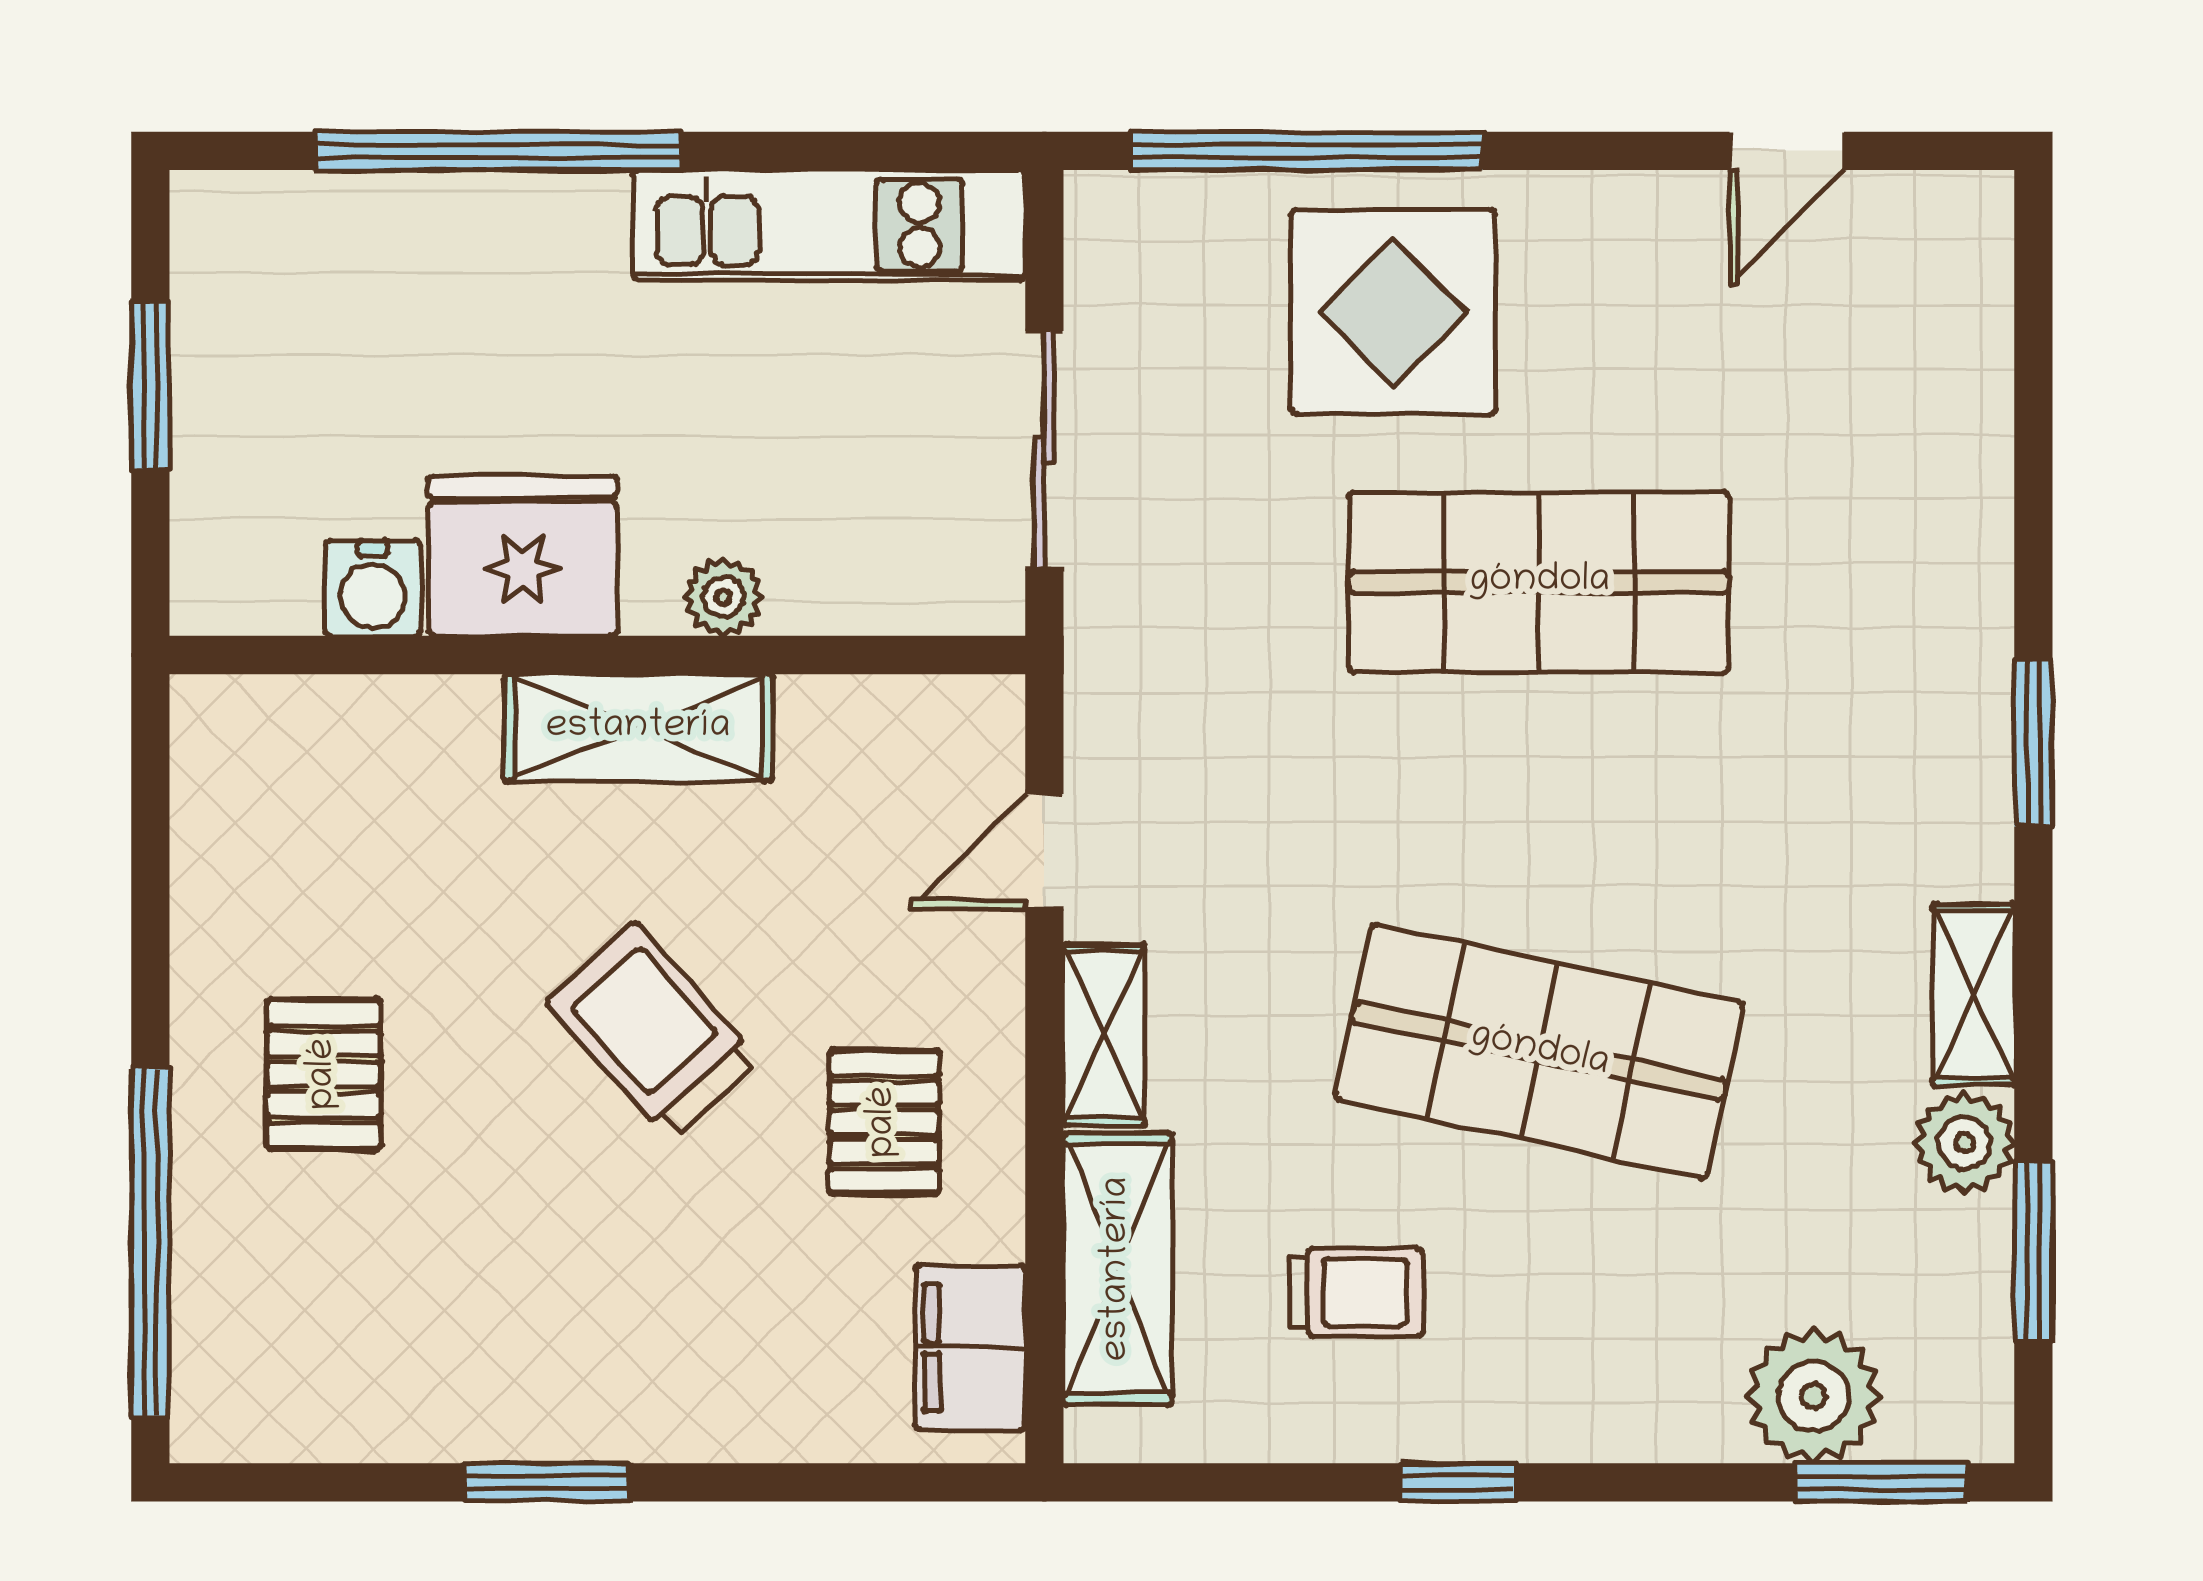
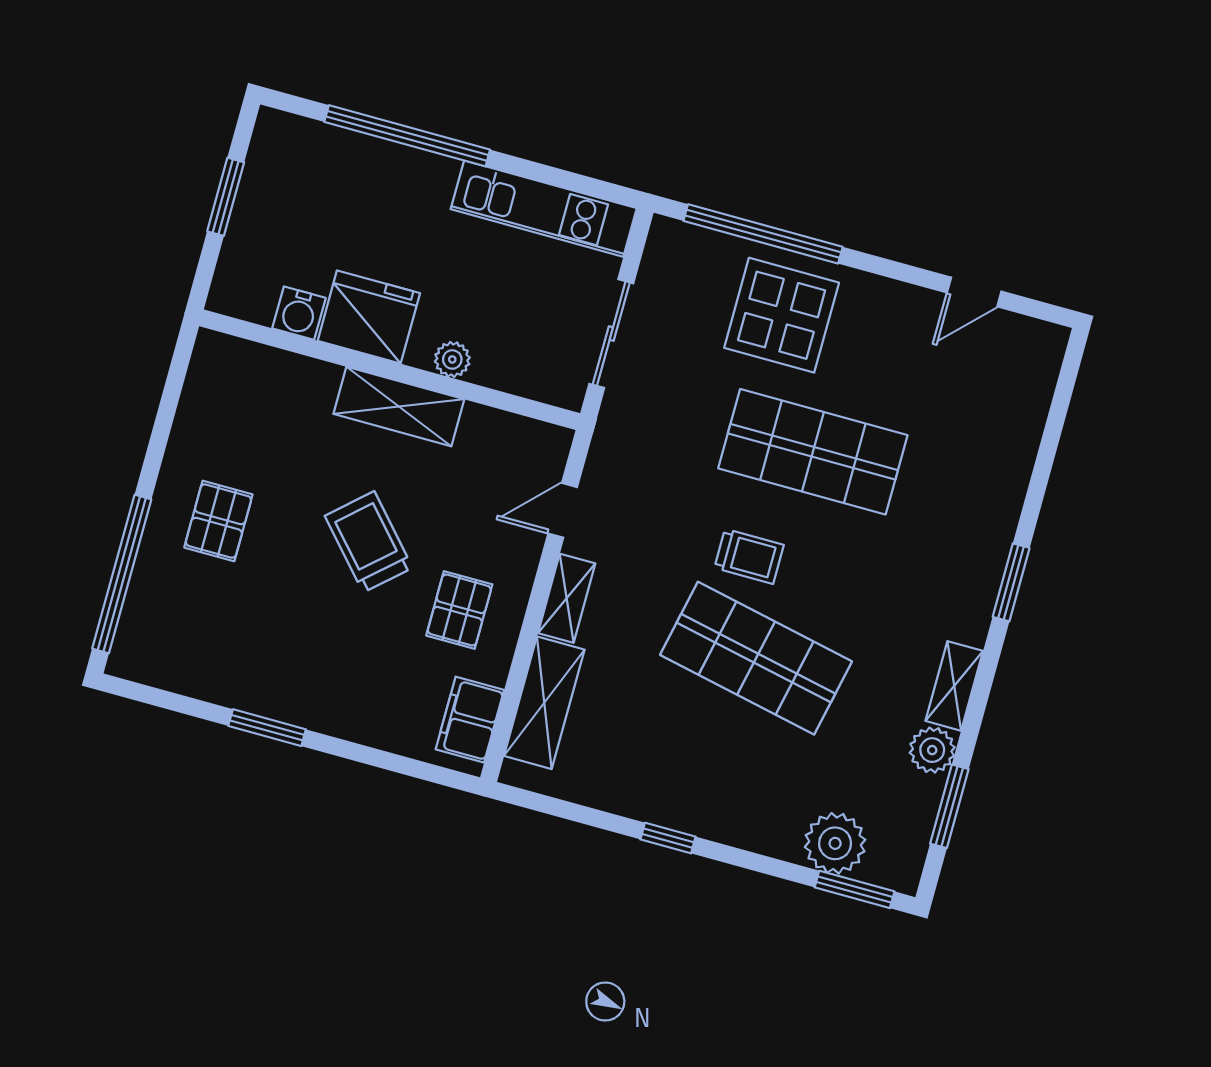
trolley: (1356, 1292) -> (749, 556), moved

